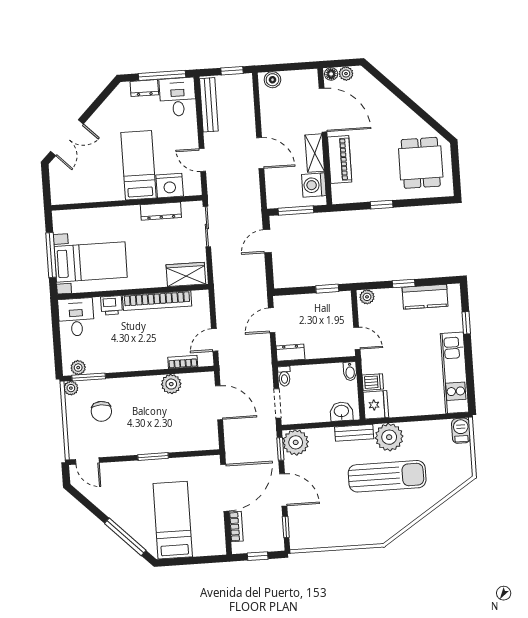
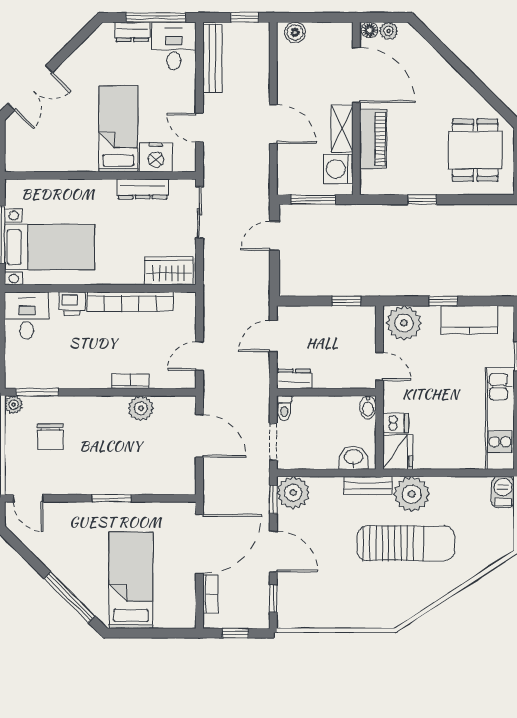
plant: (367, 297) -> (404, 323), width x1.88, depth x1.88
bookcase: (183, 362) -> (131, 381), moved
plant: (78, 368) -> (25, 379), removed

